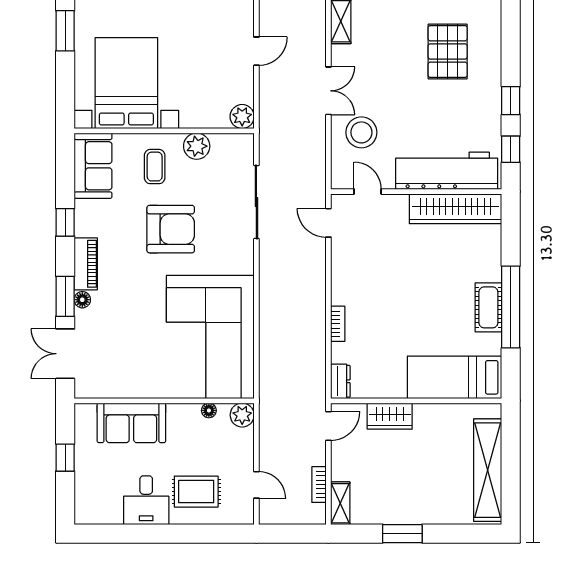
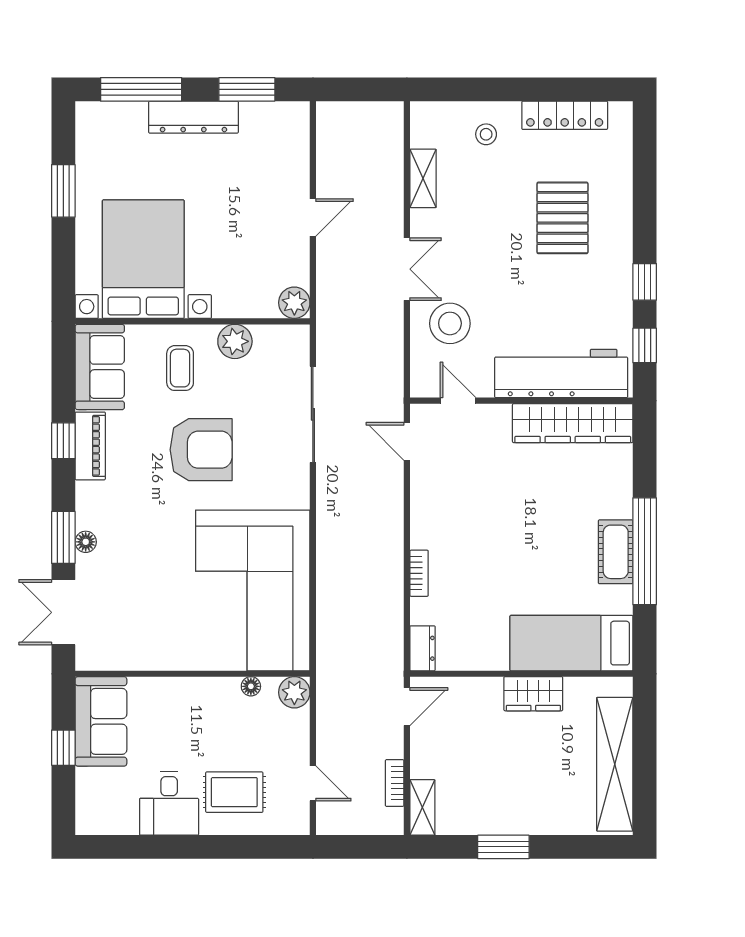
piano: (86, 264) -> (90, 446), moved
wardrobe: (390, 416) -> (533, 694), moved
sofa: (131, 423) -> (101, 721), moved, turned -90

